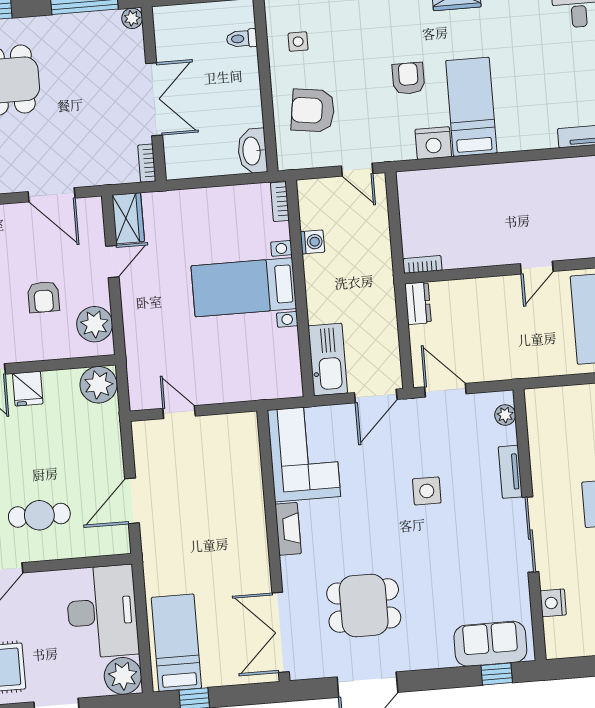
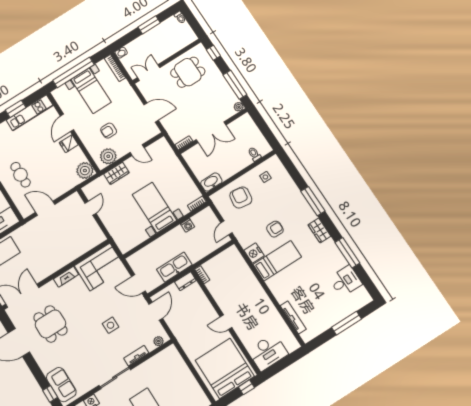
door: (52, 195) -> (151, 112), swing flipped
wardrobe: (128, 218) -> (116, 173), moved
kitchen sink: (328, 359) -> (174, 267), moved, turned 180

